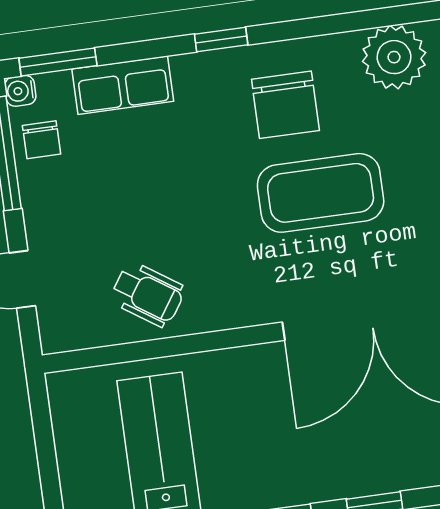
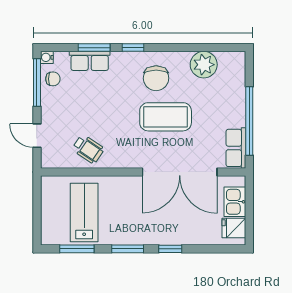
window: (58, 62) -> (94, 48), moved
chair: (42, 140) -> (53, 79), turned -90

